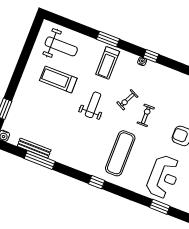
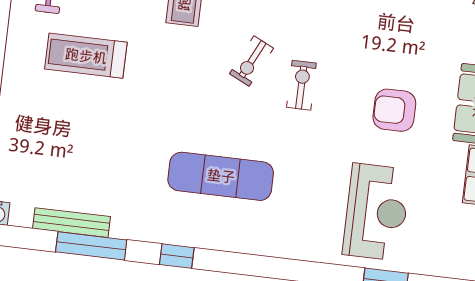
weight bench: (93, 105) -> (178, 92), removed
exercise mat: (120, 153) -> (221, 176), moved, turned 90
window: (97, 182) -> (177, 256), moved

